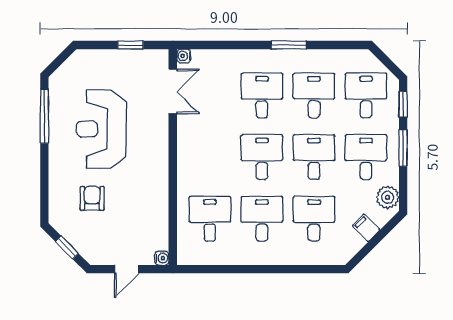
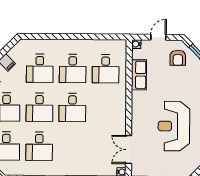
desk: (262, 95) -> (72, 147), removed
reception desk: (101, 129) -> (174, 126), turned 180
armchair: (92, 198) -> (178, 58), moved
row of seats: (157, 210) -> (139, 75), added

